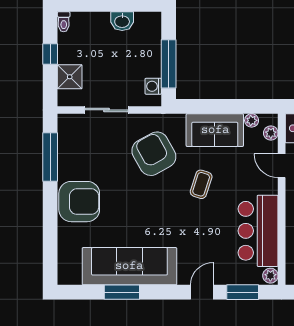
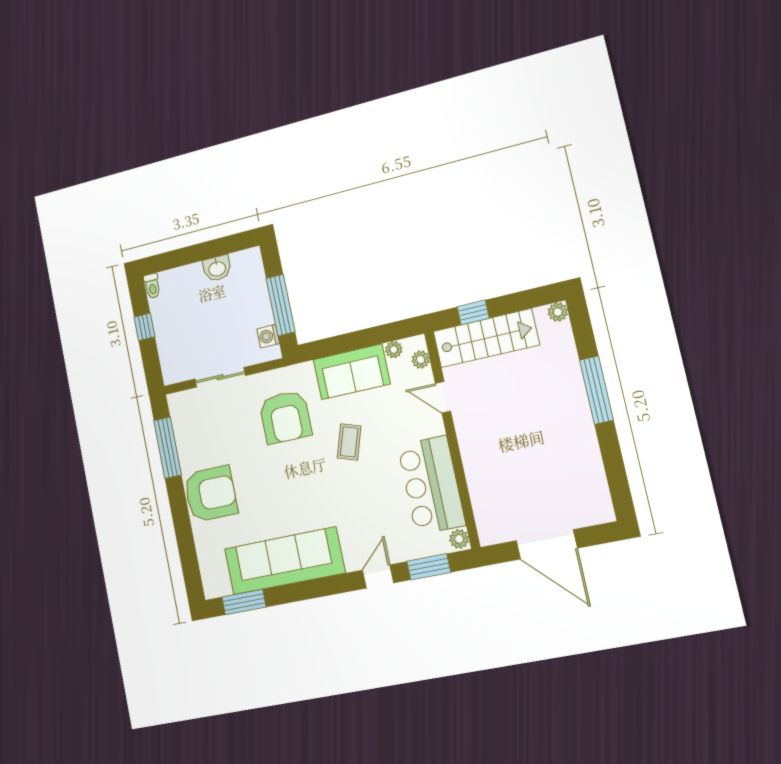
shower: (70, 77) -> (171, 348), removed
armchair: (154, 154) -> (285, 417), turned -151
window: (122, 292) -> (244, 602), moved

